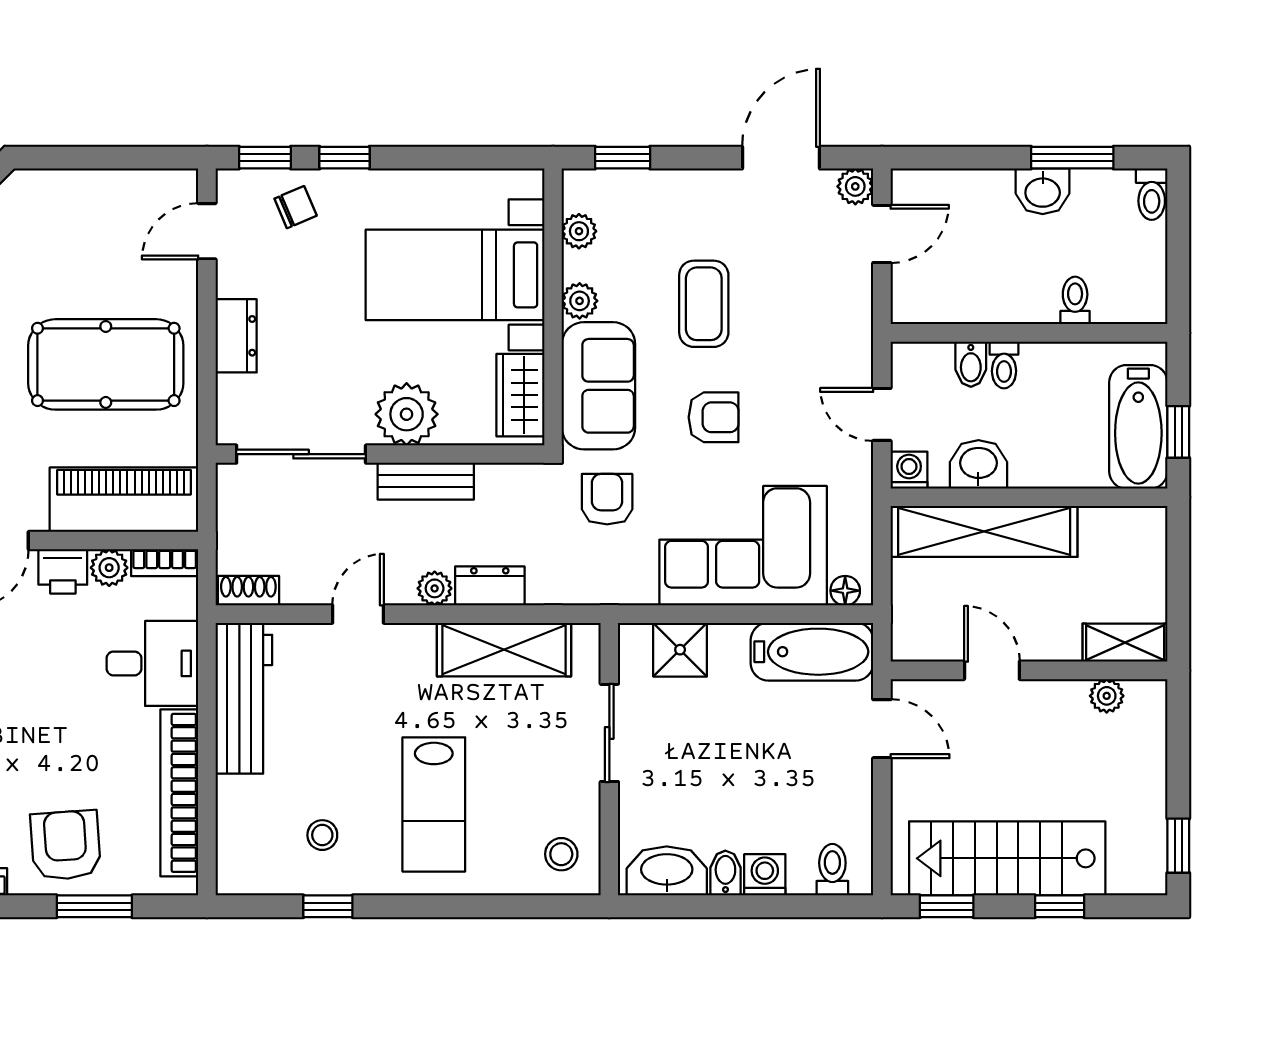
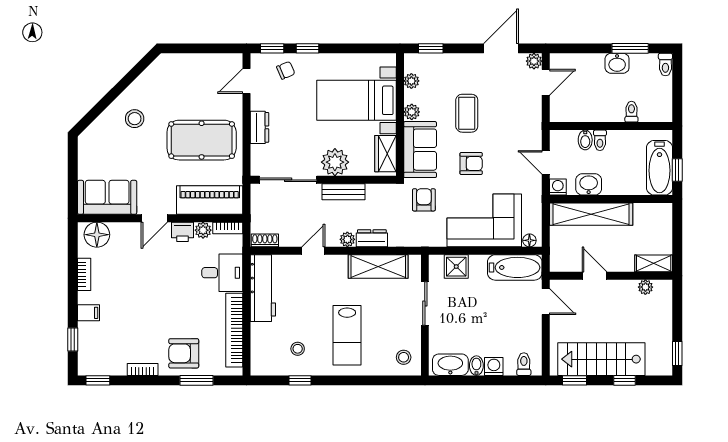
armchair: (66, 845) -> (184, 353), turned -86

